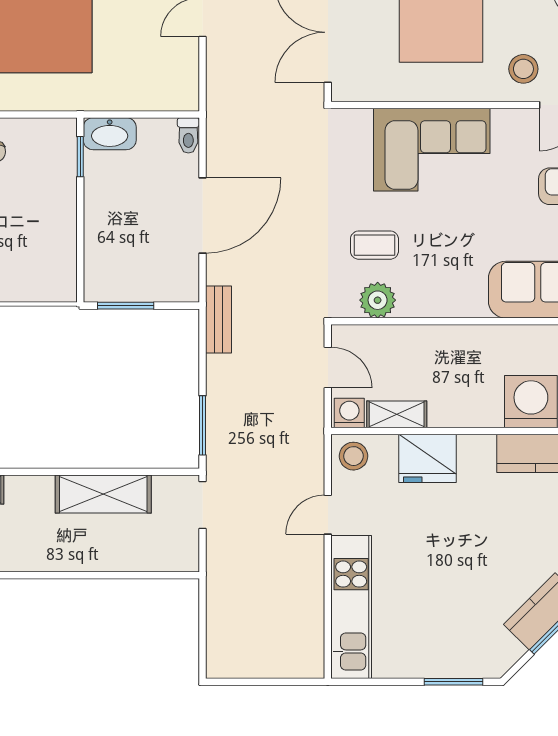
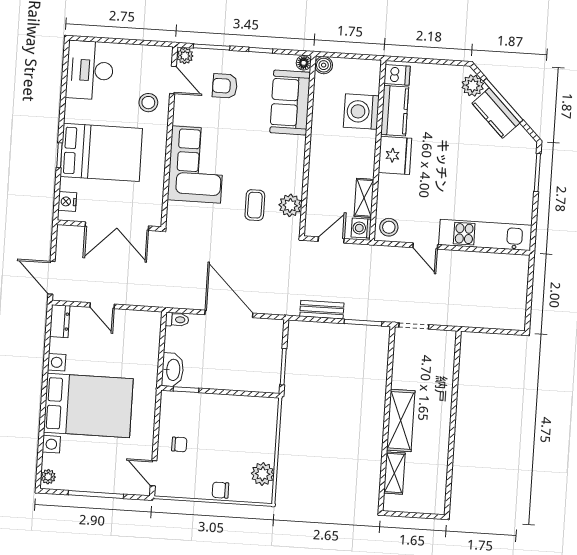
bench: (218, 320) -> (322, 310), moved
fridge: (428, 458) -> (395, 155), moved
shelving: (103, 494) -> (401, 420), moved

